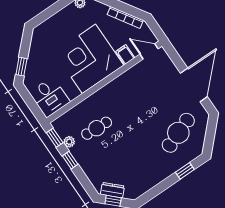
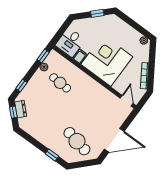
filing cabinet: (125, 55) -> (80, 56), moved
window: (21, 67) -> (97, 13), moved
cafe table: (178, 133) -> (77, 141), turned 33
window: (70, 160) -> (21, 86), moved

